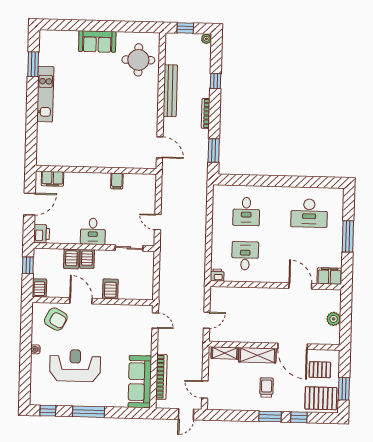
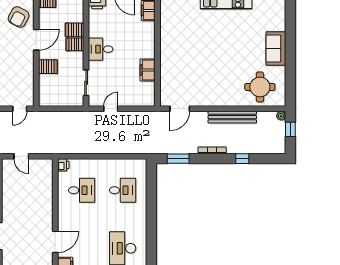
plant: (206, 39) -> (281, 116), moved
filing cabinet: (117, 181) -> (148, 70), width x2.00
desk: (246, 212) -> (123, 190), turned 180

